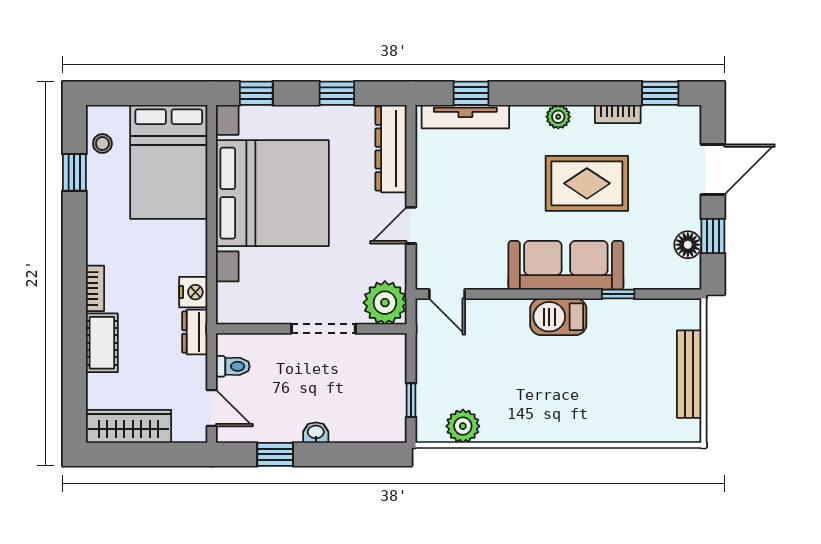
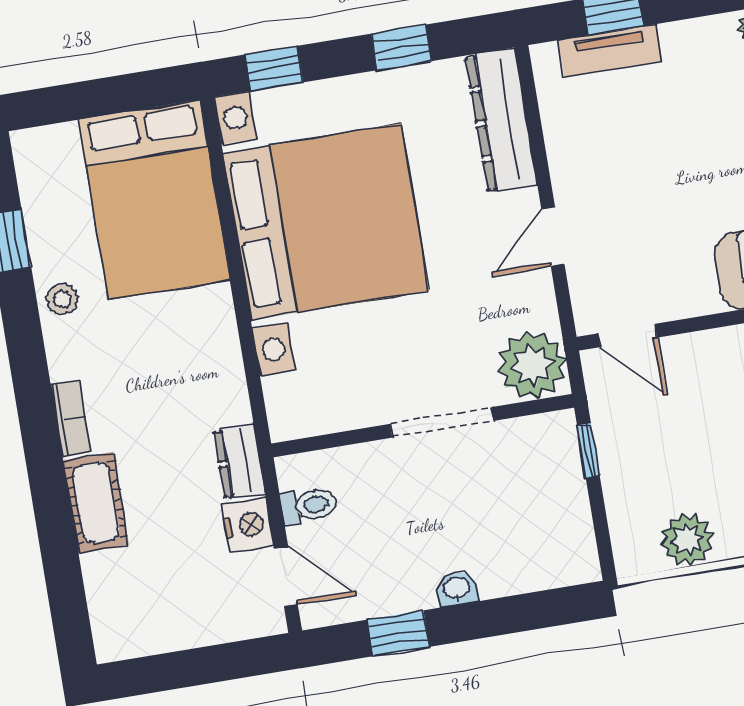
tv unit: (465, 117) -> (610, 51), width x0.71
stool: (102, 144) -> (62, 299), moved
nightstand: (193, 292) -> (248, 525), moved
window: (411, 400) -> (588, 451), moved
wardrobe: (129, 426) -> (160, 627), removed

